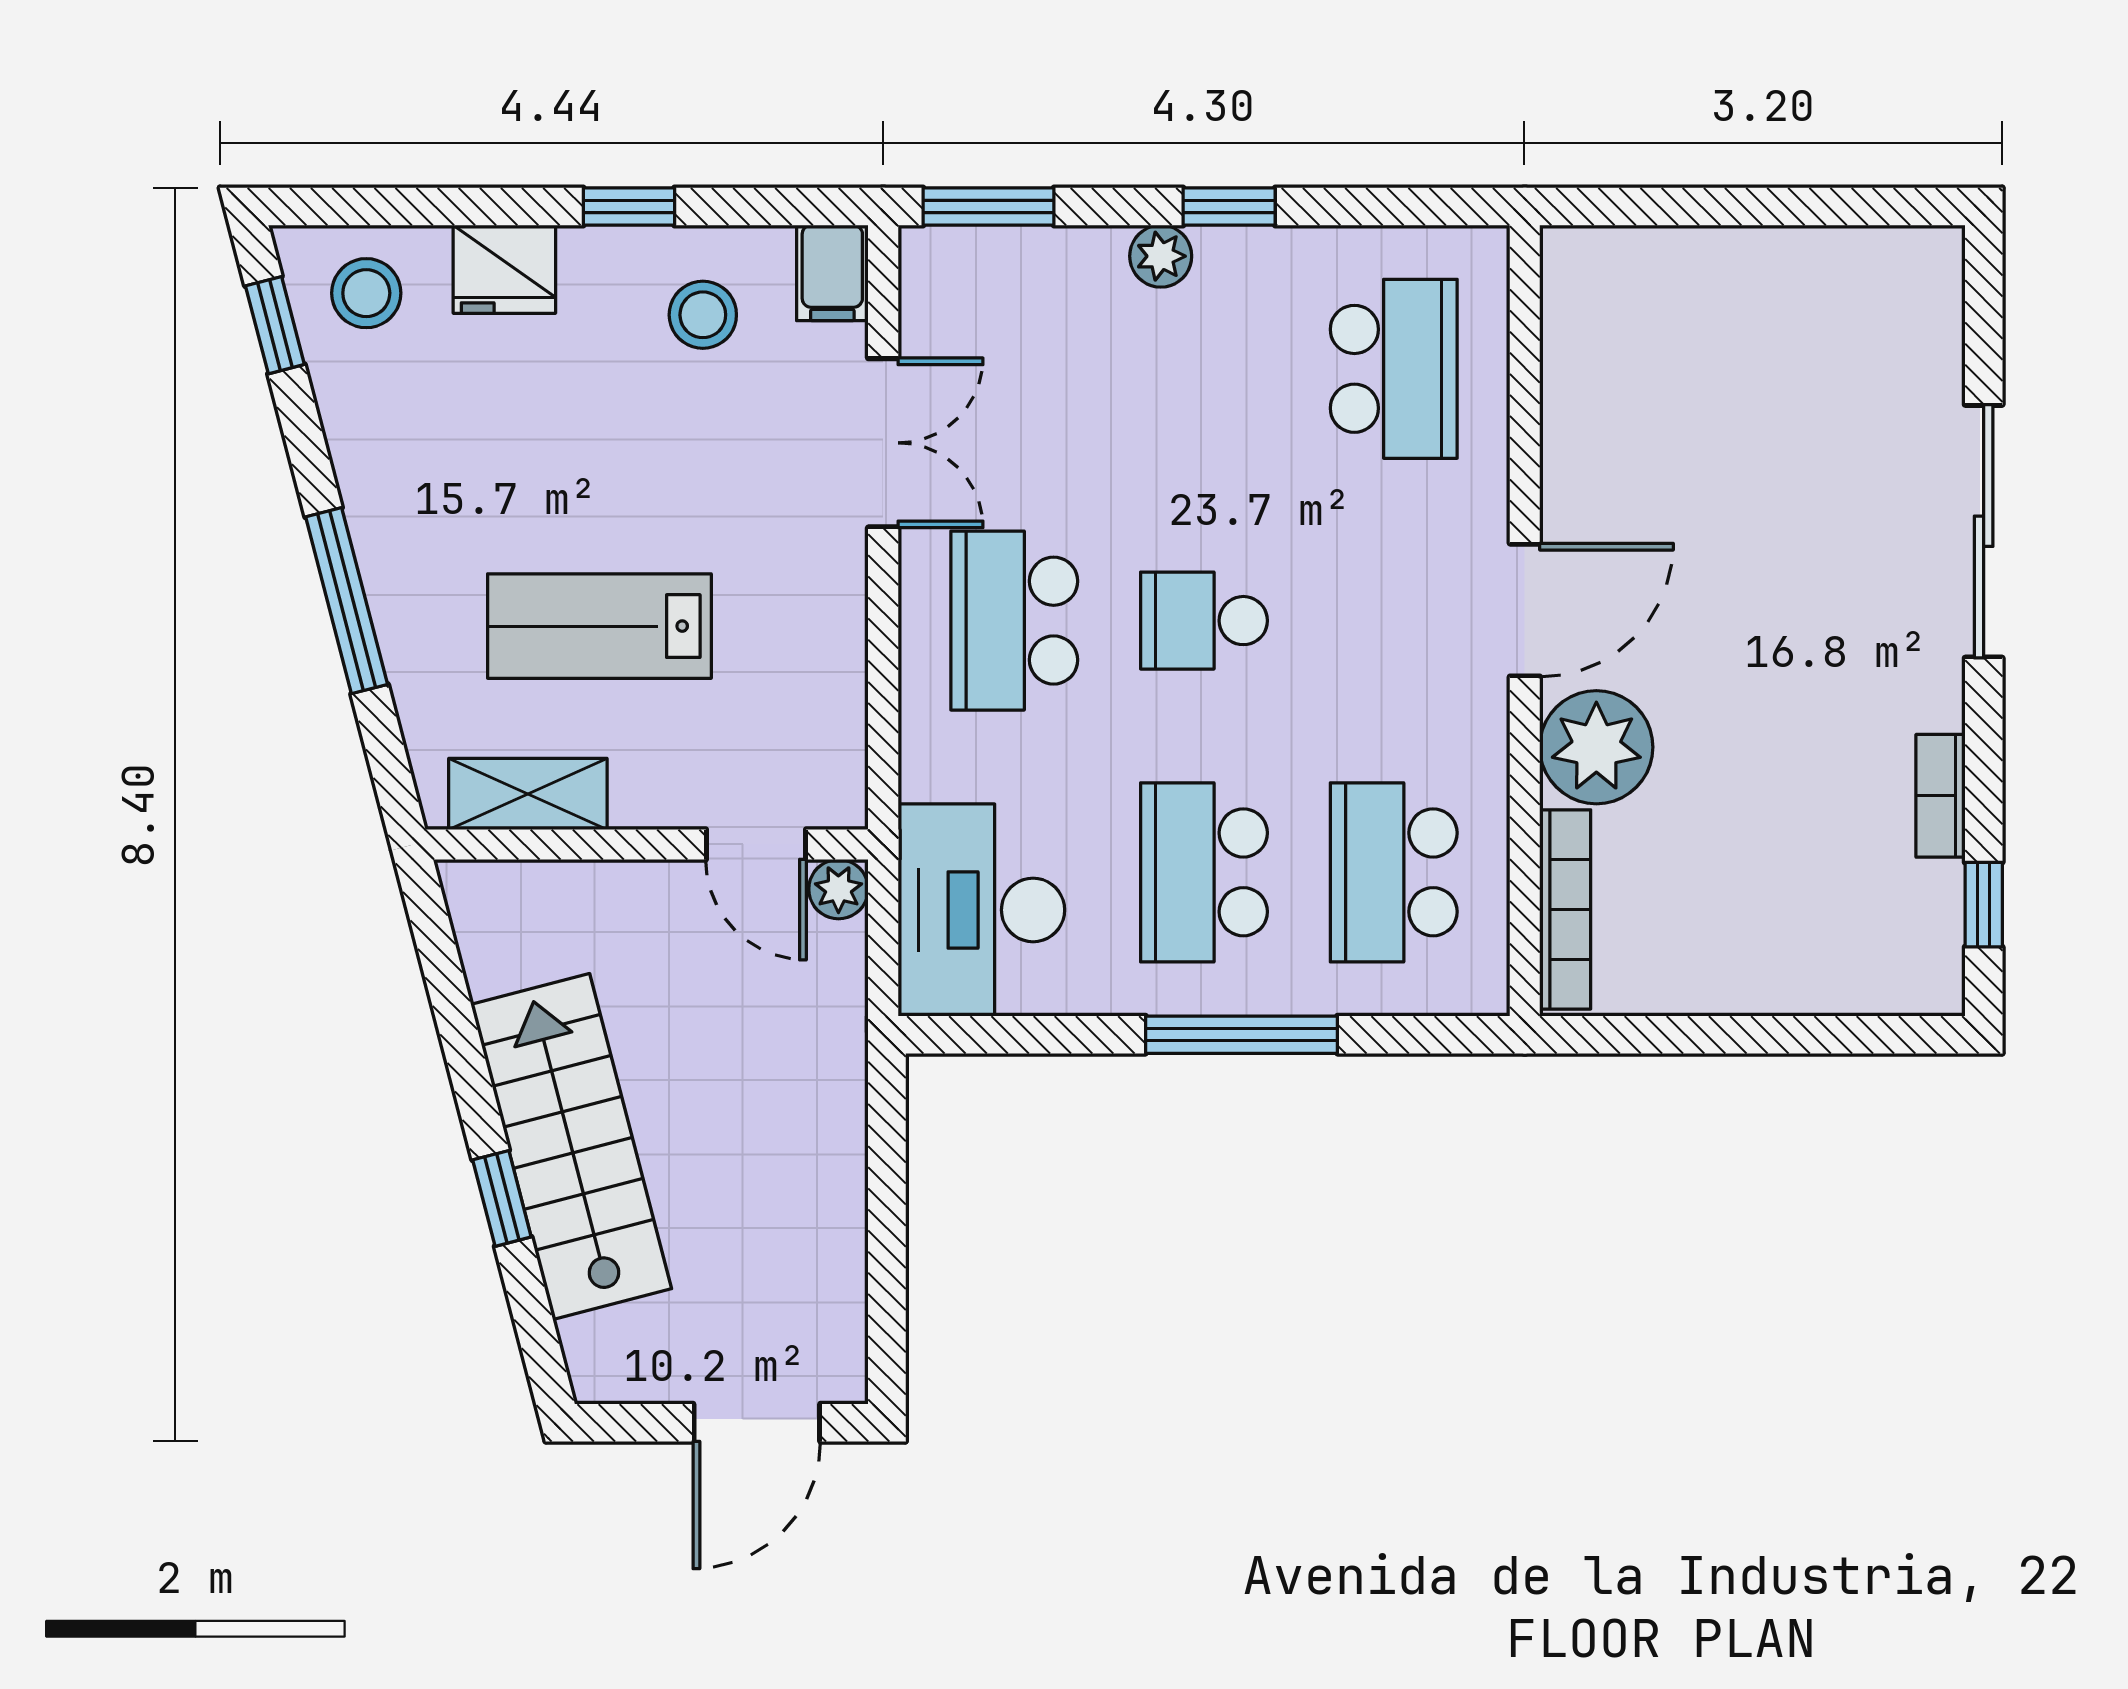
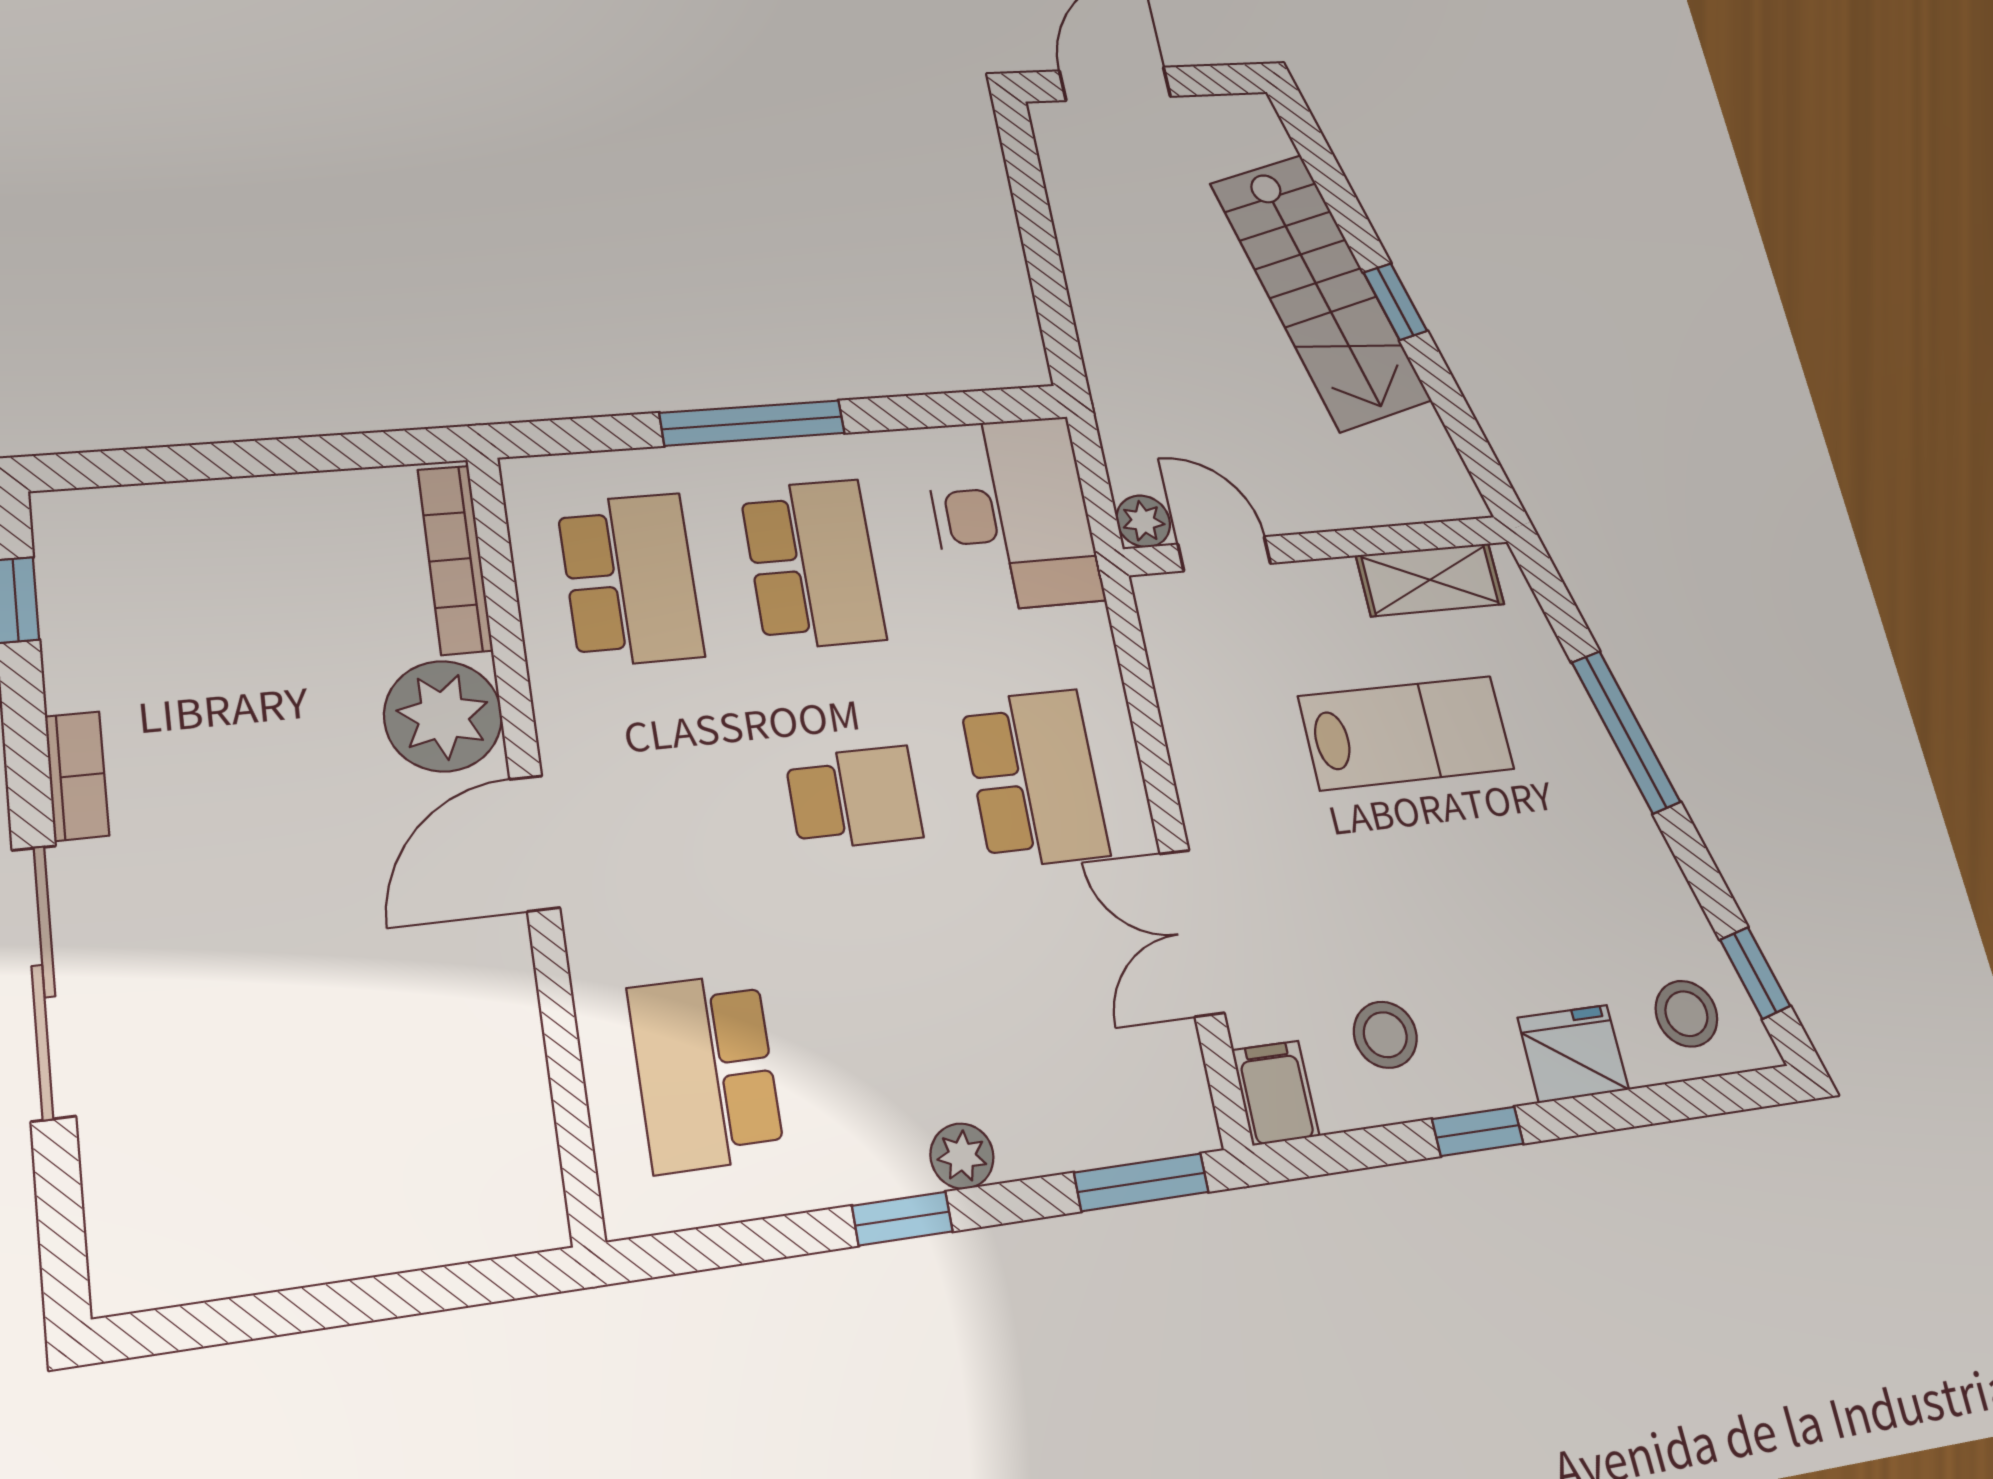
bookcase: (1940, 796) -> (77, 776), moved
window: (502, 1198) -> (1395, 302), moved

